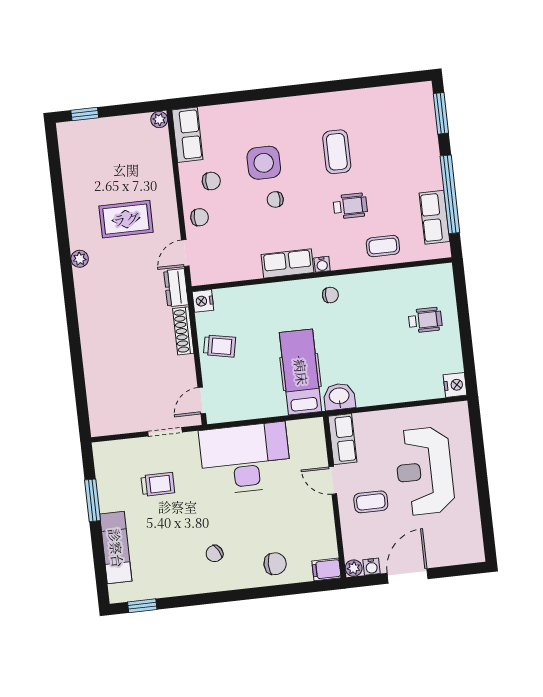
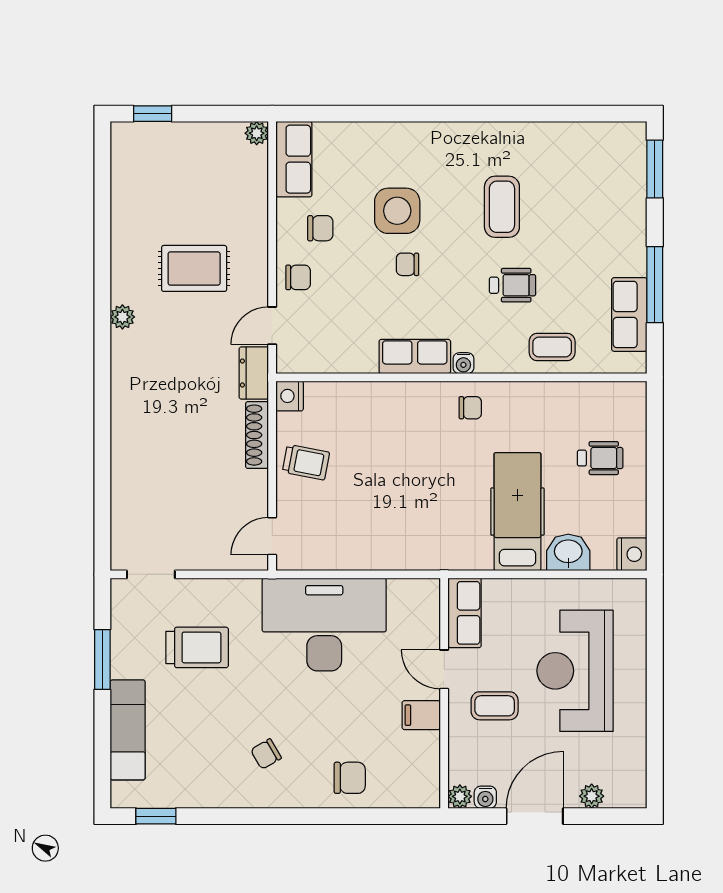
window: (450, 194) -> (655, 285), width x0.68
hospital bed: (301, 372) -> (517, 512), moved
washbasin: (339, 397) -> (568, 552), moved
doorway: (165, 432) -> (151, 574), moved
trolley: (158, 484) -> (197, 647), width x1.36, depth x1.39
plant: (446, 558) -> (592, 796), added
filing cabinet: (326, 569) -> (421, 715), moved

